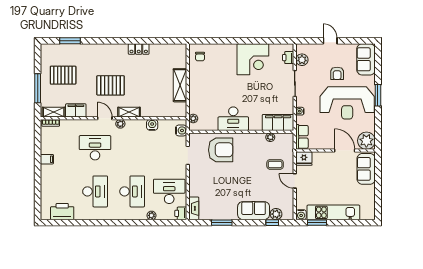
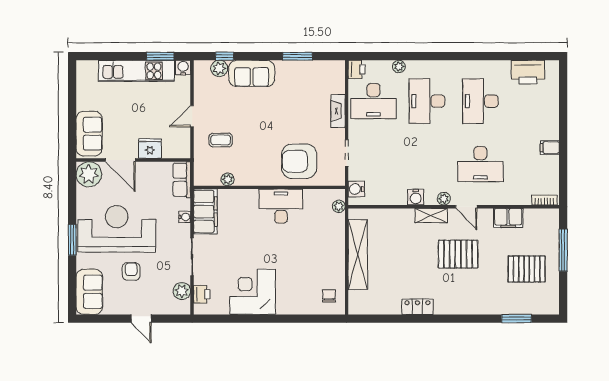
shelving: (180, 85) -> (358, 254), width x1.47
shelving: (54, 112) -> (540, 216), removed
filing cabinet: (278, 122) -> (205, 212), moved, turned -90
water cooler: (152, 125) -> (416, 197), moved
fridge: (304, 159) -> (150, 149), moved
door: (295, 181) -> (192, 116), swing flipped
fireplace: (194, 208) -> (338, 111), moved

